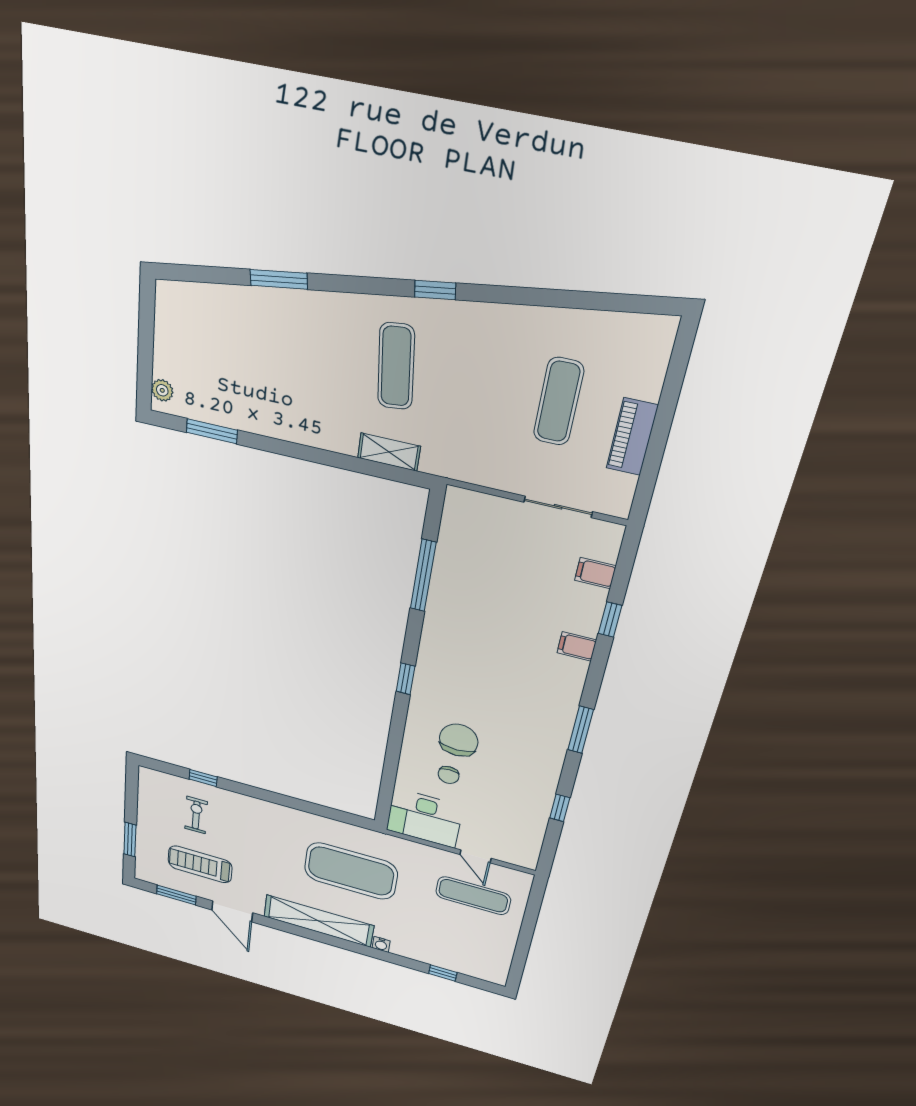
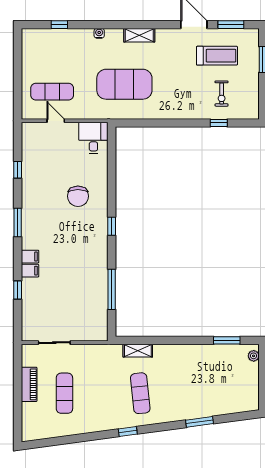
filing cabinet: (595, 573) -> (30, 257), moved
chair: (449, 775) -> (80, 172), removed
desk: (424, 818) -> (93, 138), width x0.73
shelving: (318, 921) -> (139, 35), width x0.45, depth x0.75

